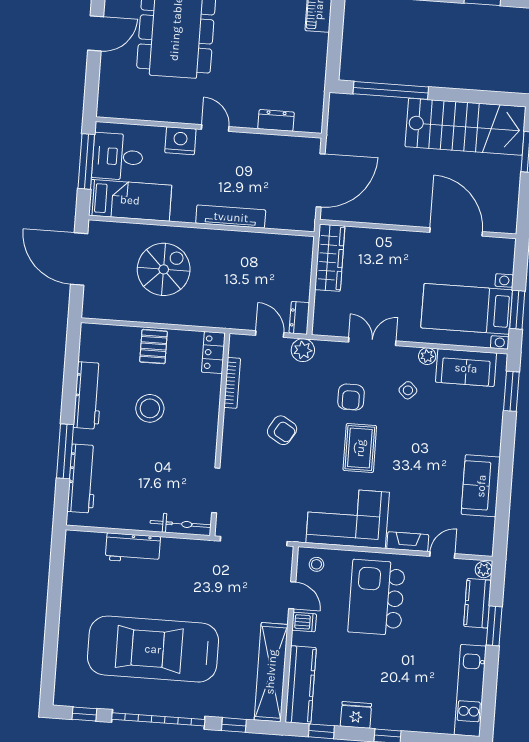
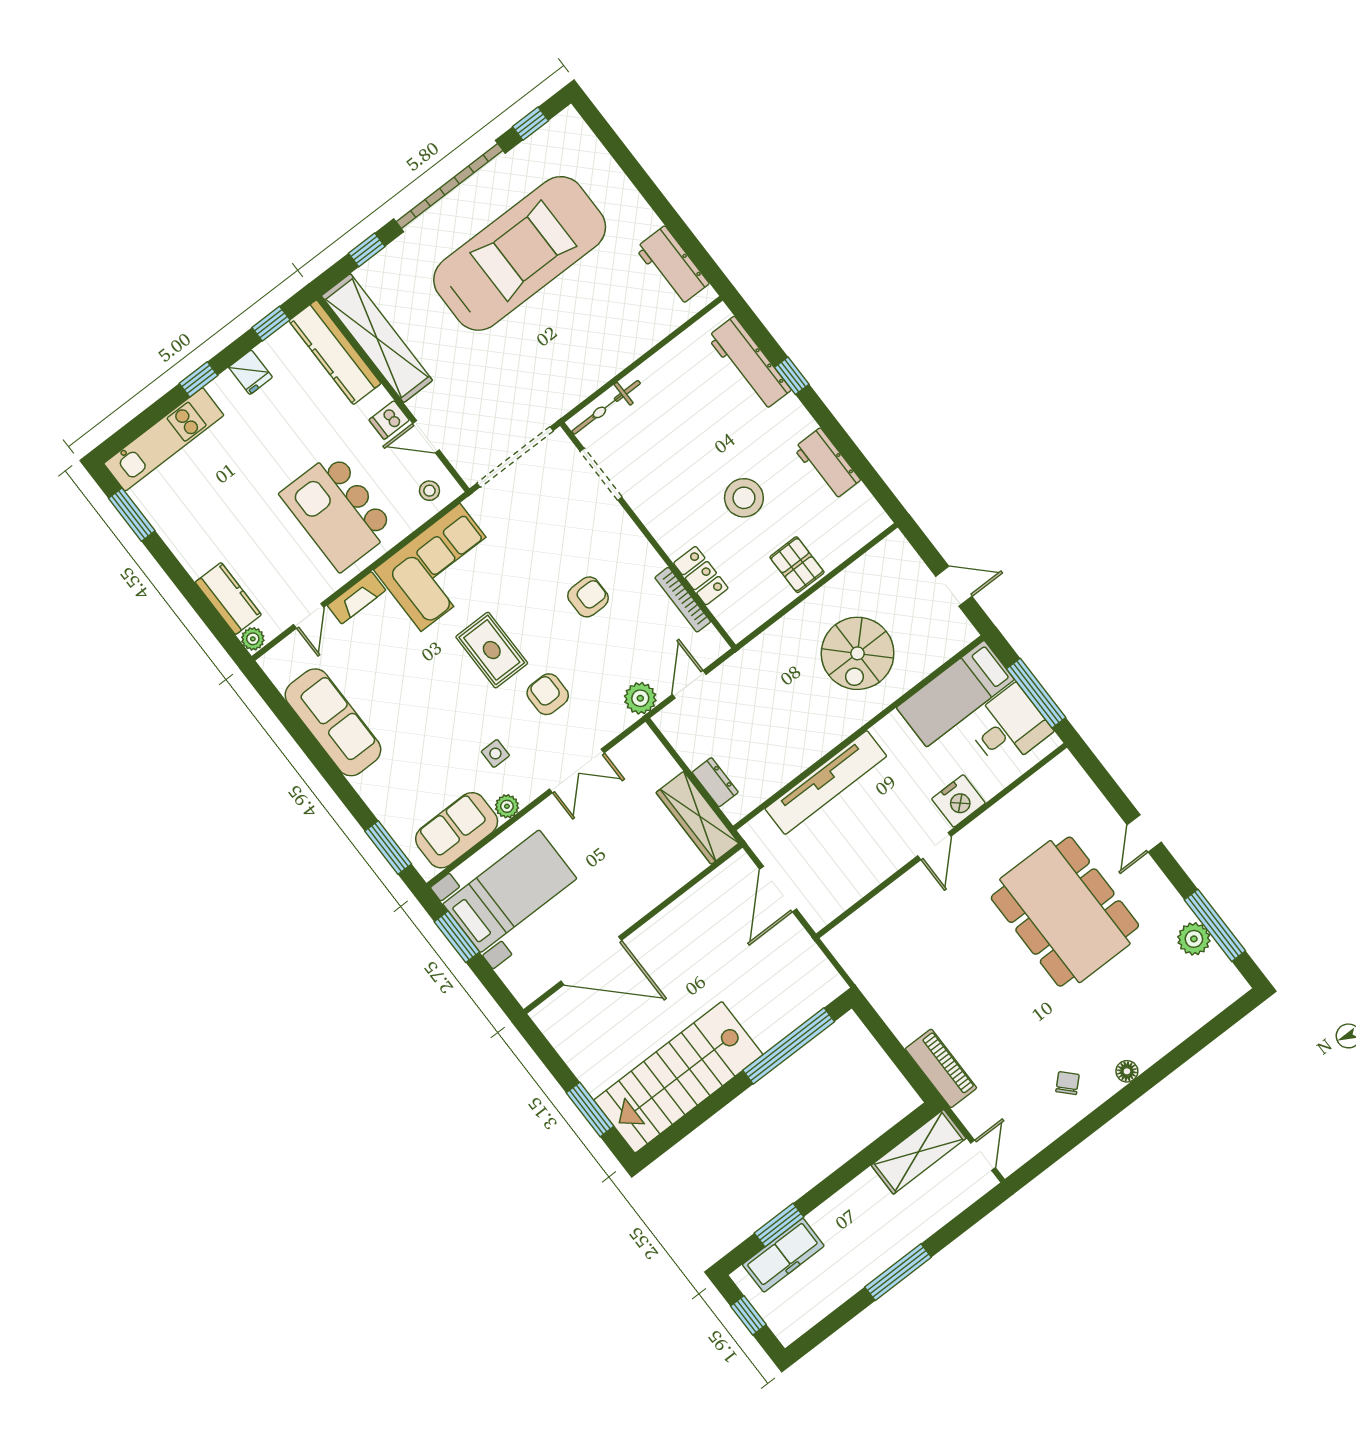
door: (96, 33) -> (1144, 833), width x0.73
dresser: (276, 120) -> (879, 910), removed
door: (215, 128) -> (934, 846), hinge flipped
door: (321, 180) -> (778, 889), width x0.73
tv unit: (231, 217) -> (826, 783), width x1.36, depth x1.29
door: (79, 259) -> (954, 586), width x0.53
dresser: (299, 318) -> (715, 782), moved
door: (270, 334) -> (689, 684), swing flipped
locker: (213, 353) -> (701, 576), moved
side table: (408, 390) -> (495, 753), turned 45
workbench: (88, 395) -> (827, 464), width x0.73
armchair: (282, 430) -> (588, 597), turned 149
window: (65, 451) -> (792, 376), width x0.46
sofa: (481, 486) -> (333, 722), width x1.36
workbench: (133, 548) -> (672, 266), moved, turned -90
kitchen island: (377, 597) -> (337, 512), turned 180
window: (494, 626) -> (132, 515), moved
kitchen unit: (470, 690) -> (164, 439), moved, turned 90
fridge: (356, 715) -> (251, 372), width x0.72

